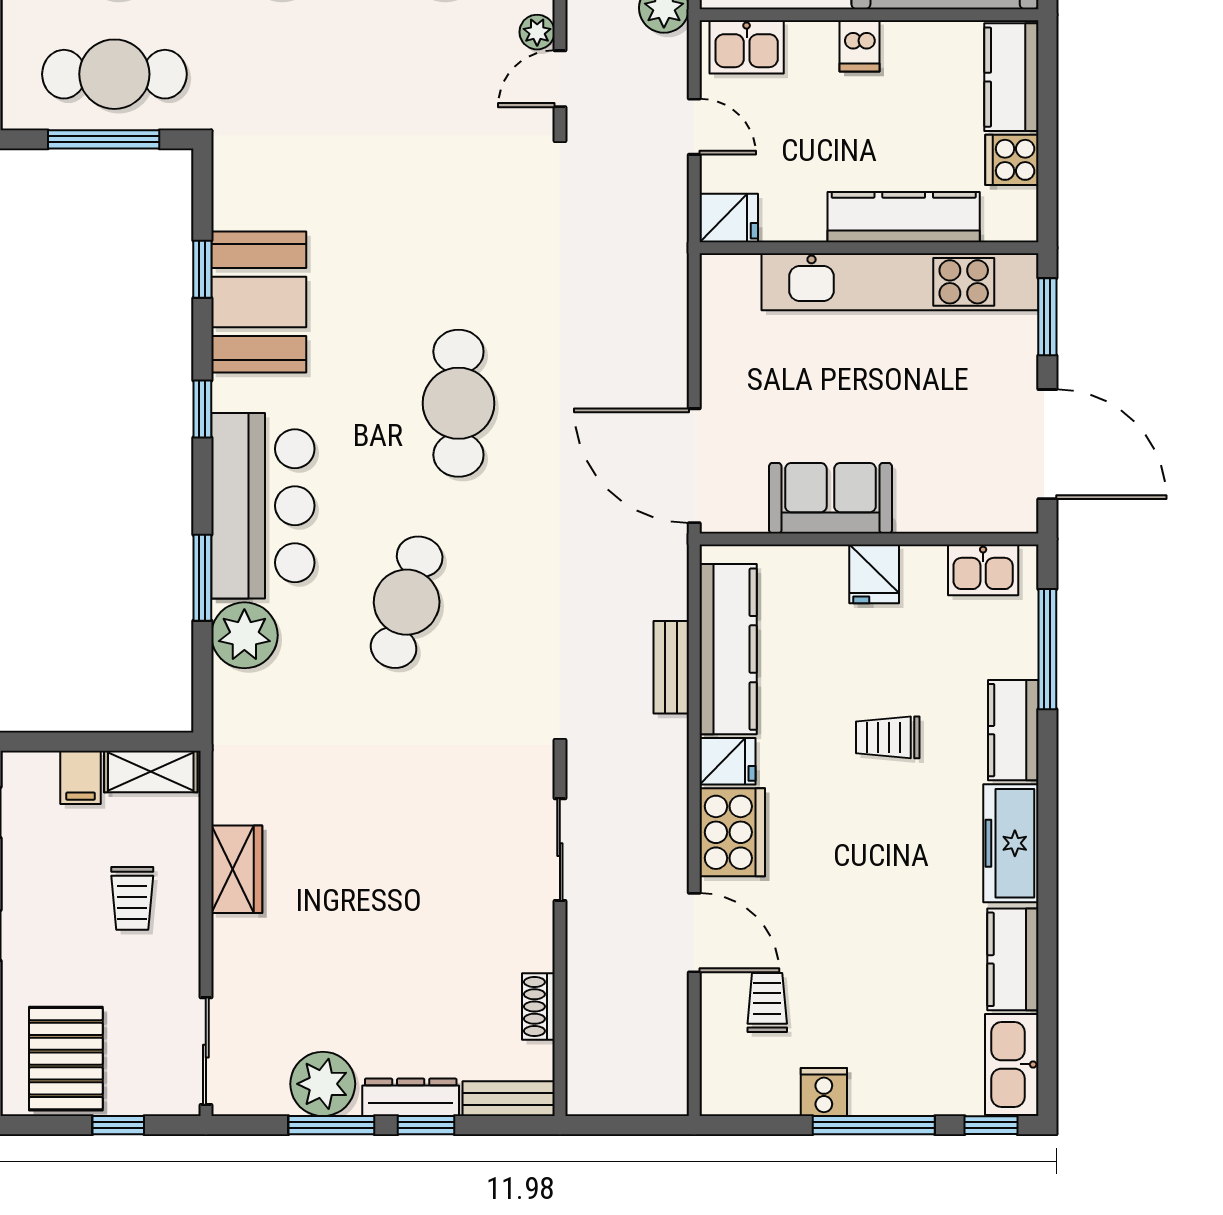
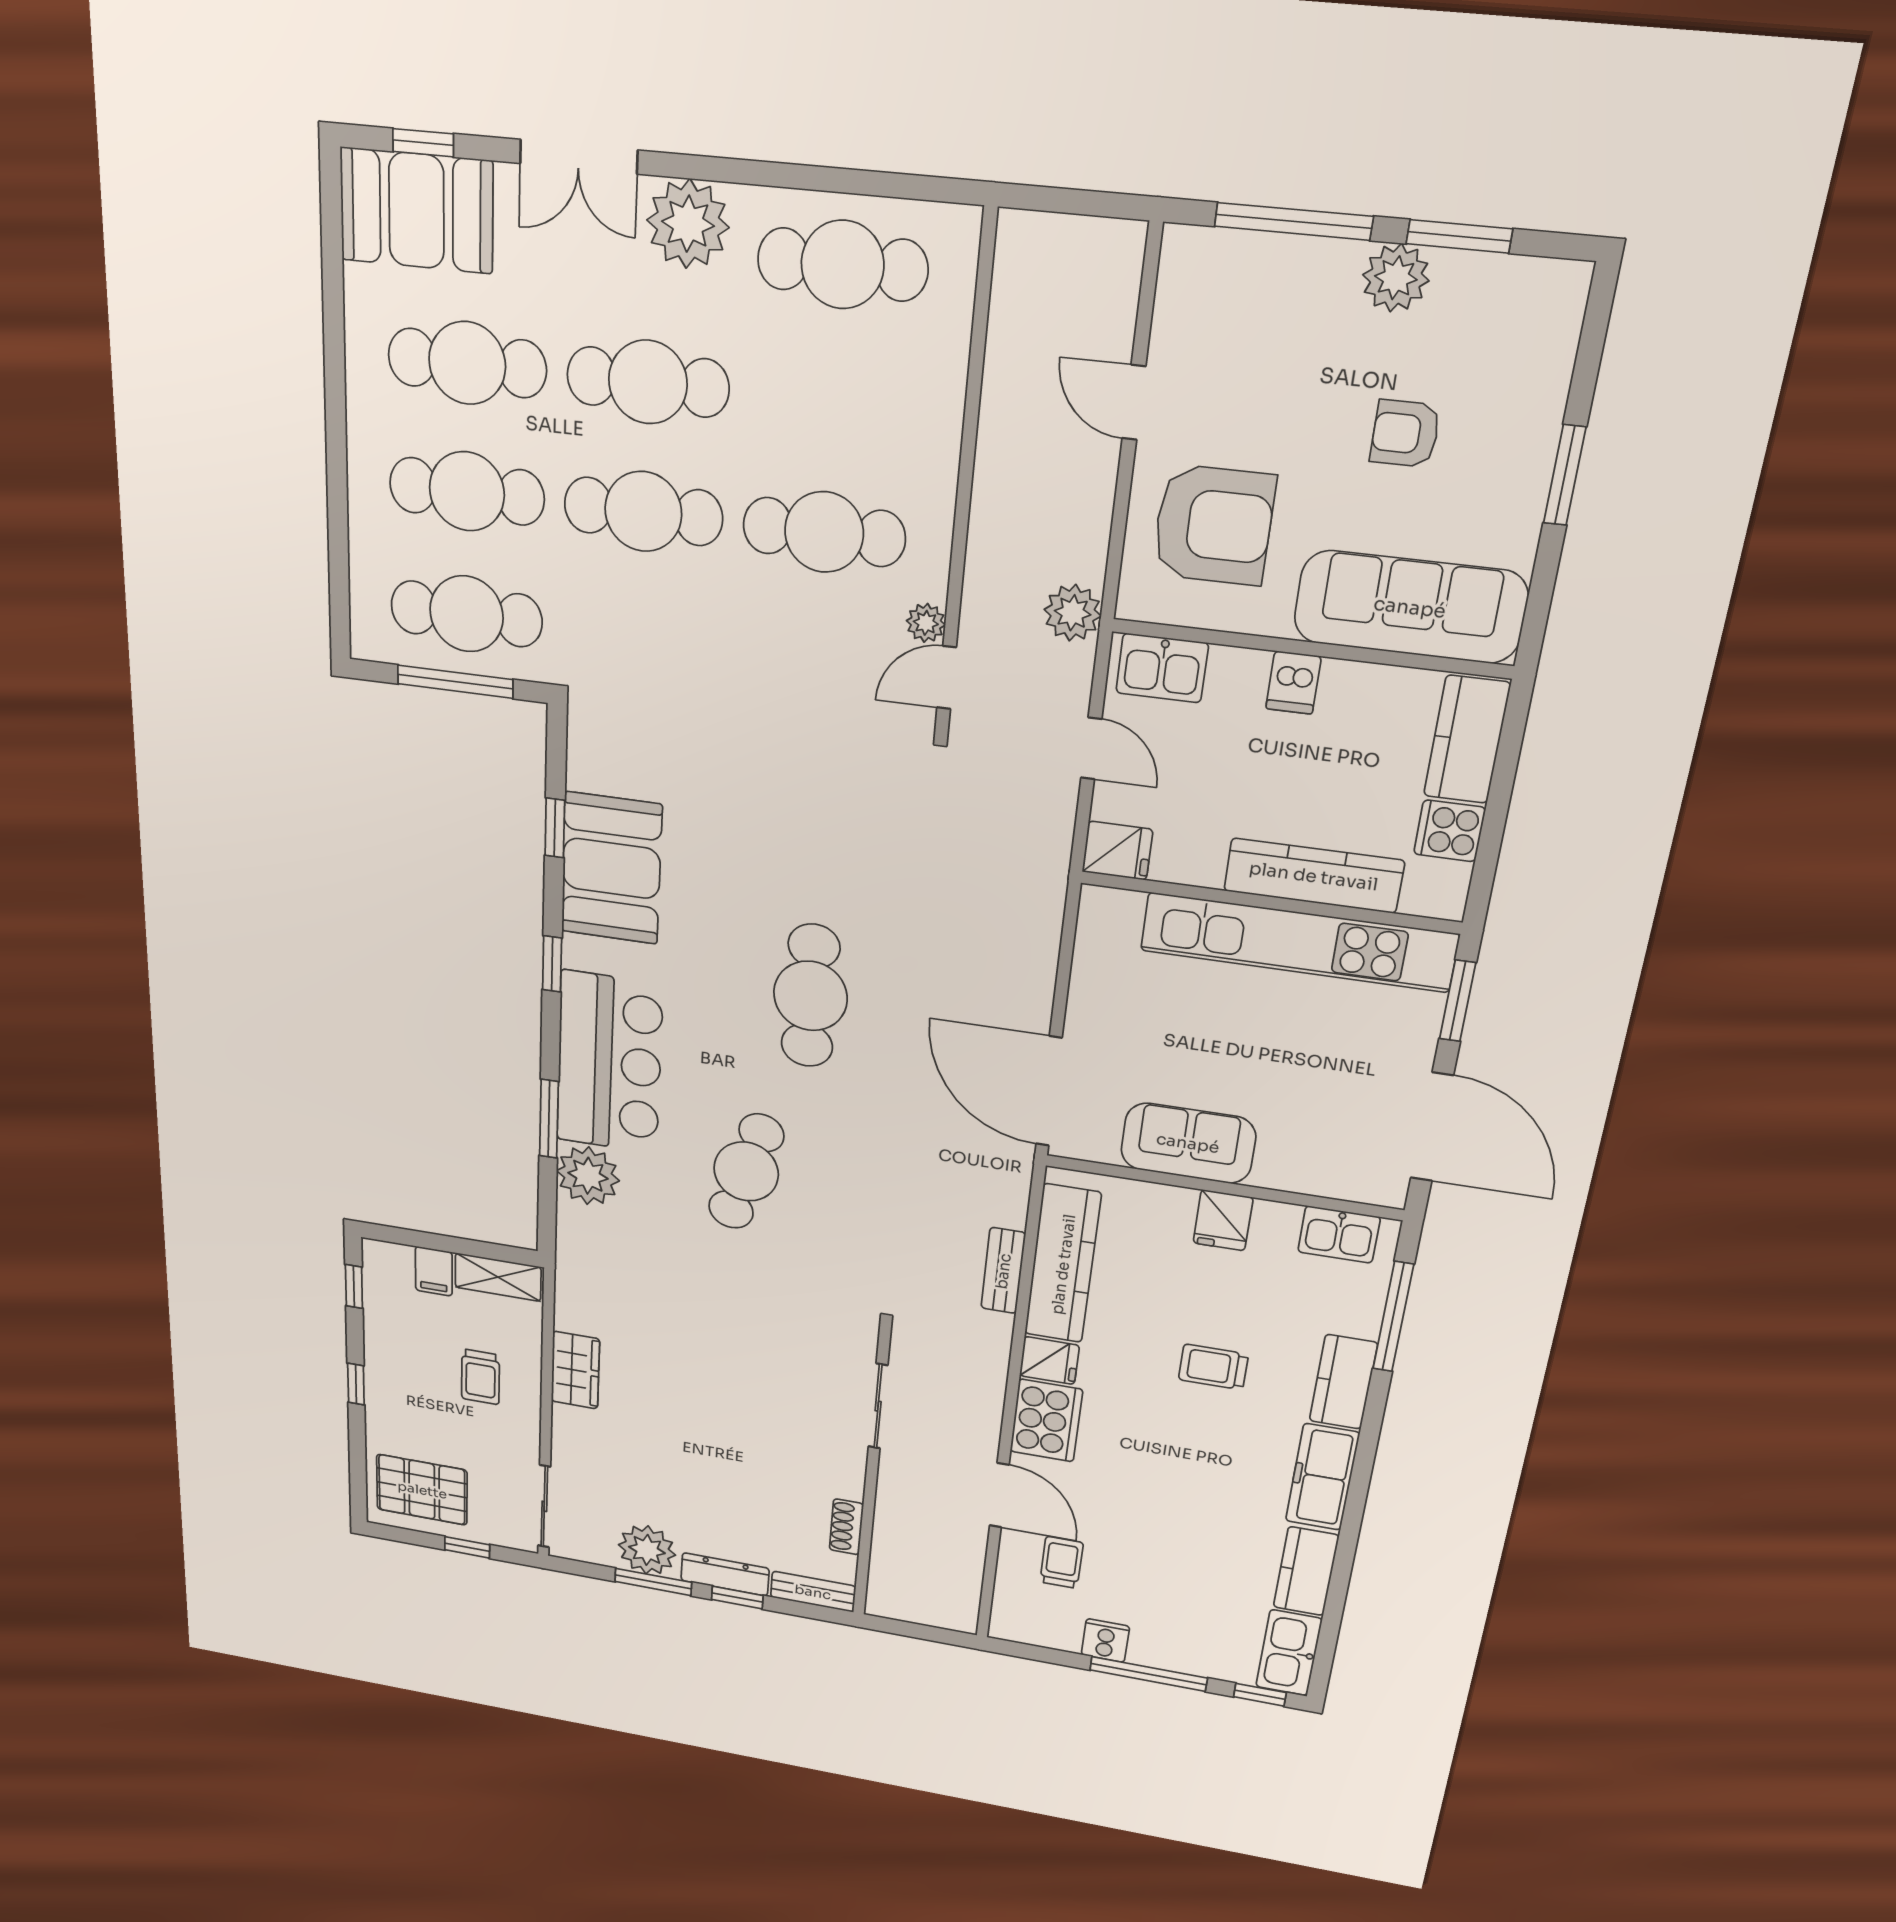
pallet: (66, 1059) -> (422, 1490), turned 90

